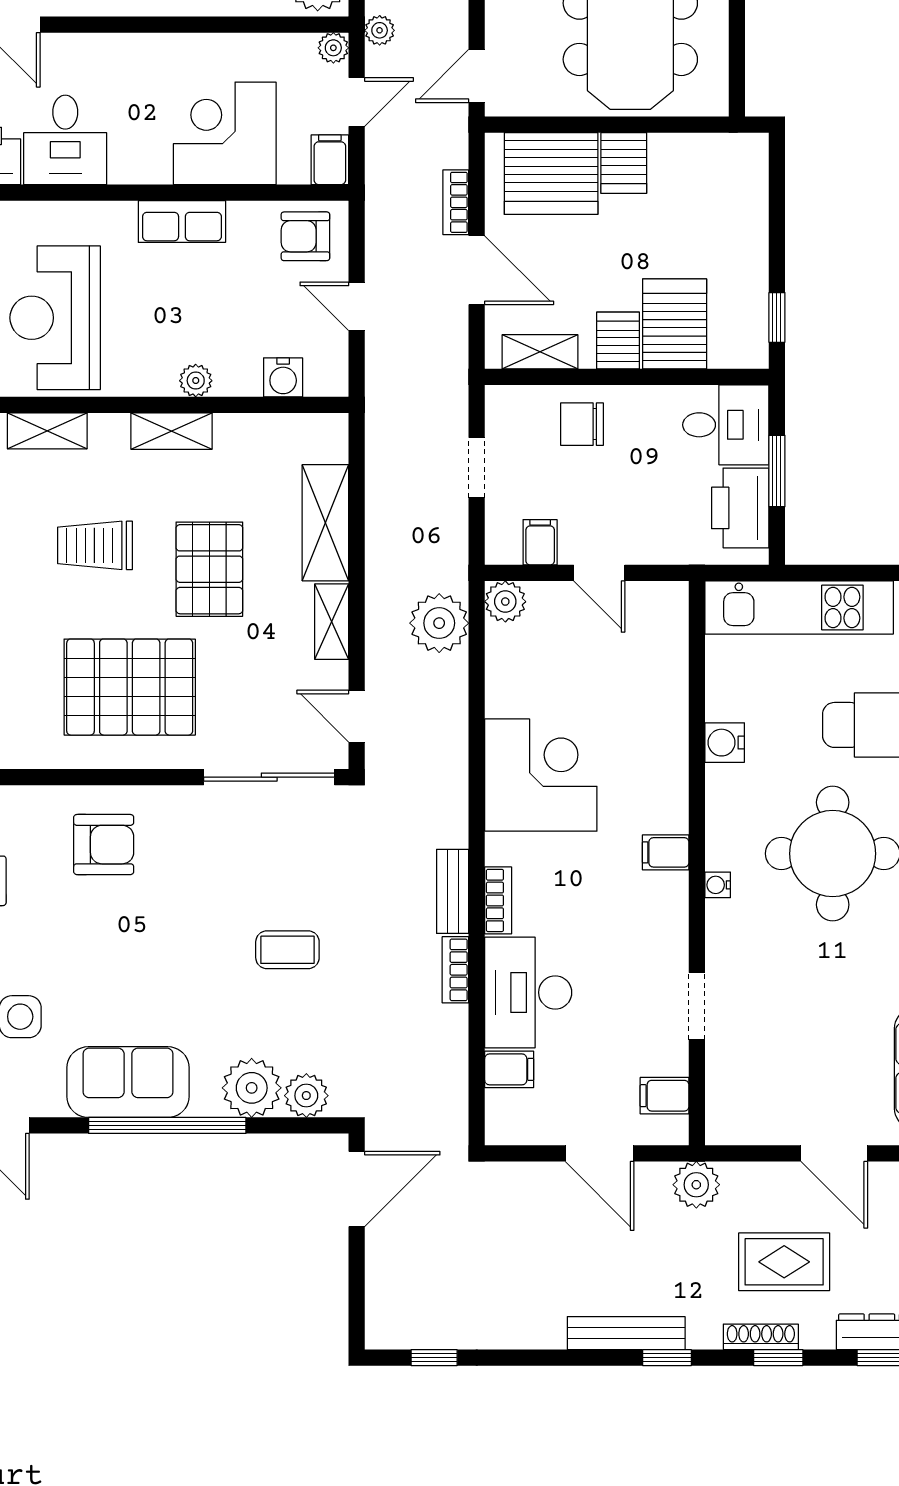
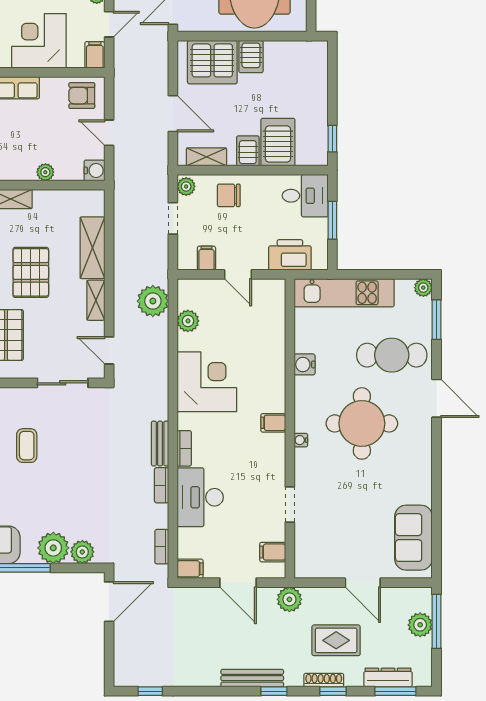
bookcase: (456, 202) -> (162, 547), moved
water cooler: (283, 377) -> (94, 170), moved, turned -90
plant: (196, 381) -> (45, 172), moved
plant: (502, 407) -> (186, 186), added
printer: (740, 508) -> (290, 255), moved, turned 90
plant: (505, 602) -> (188, 321), moved
sliding door: (269, 777) -> (63, 383), width x0.73
coffee table: (287, 950) -> (27, 446), moved, turned 90
filing cabinet: (509, 1069) -> (190, 569), moved

